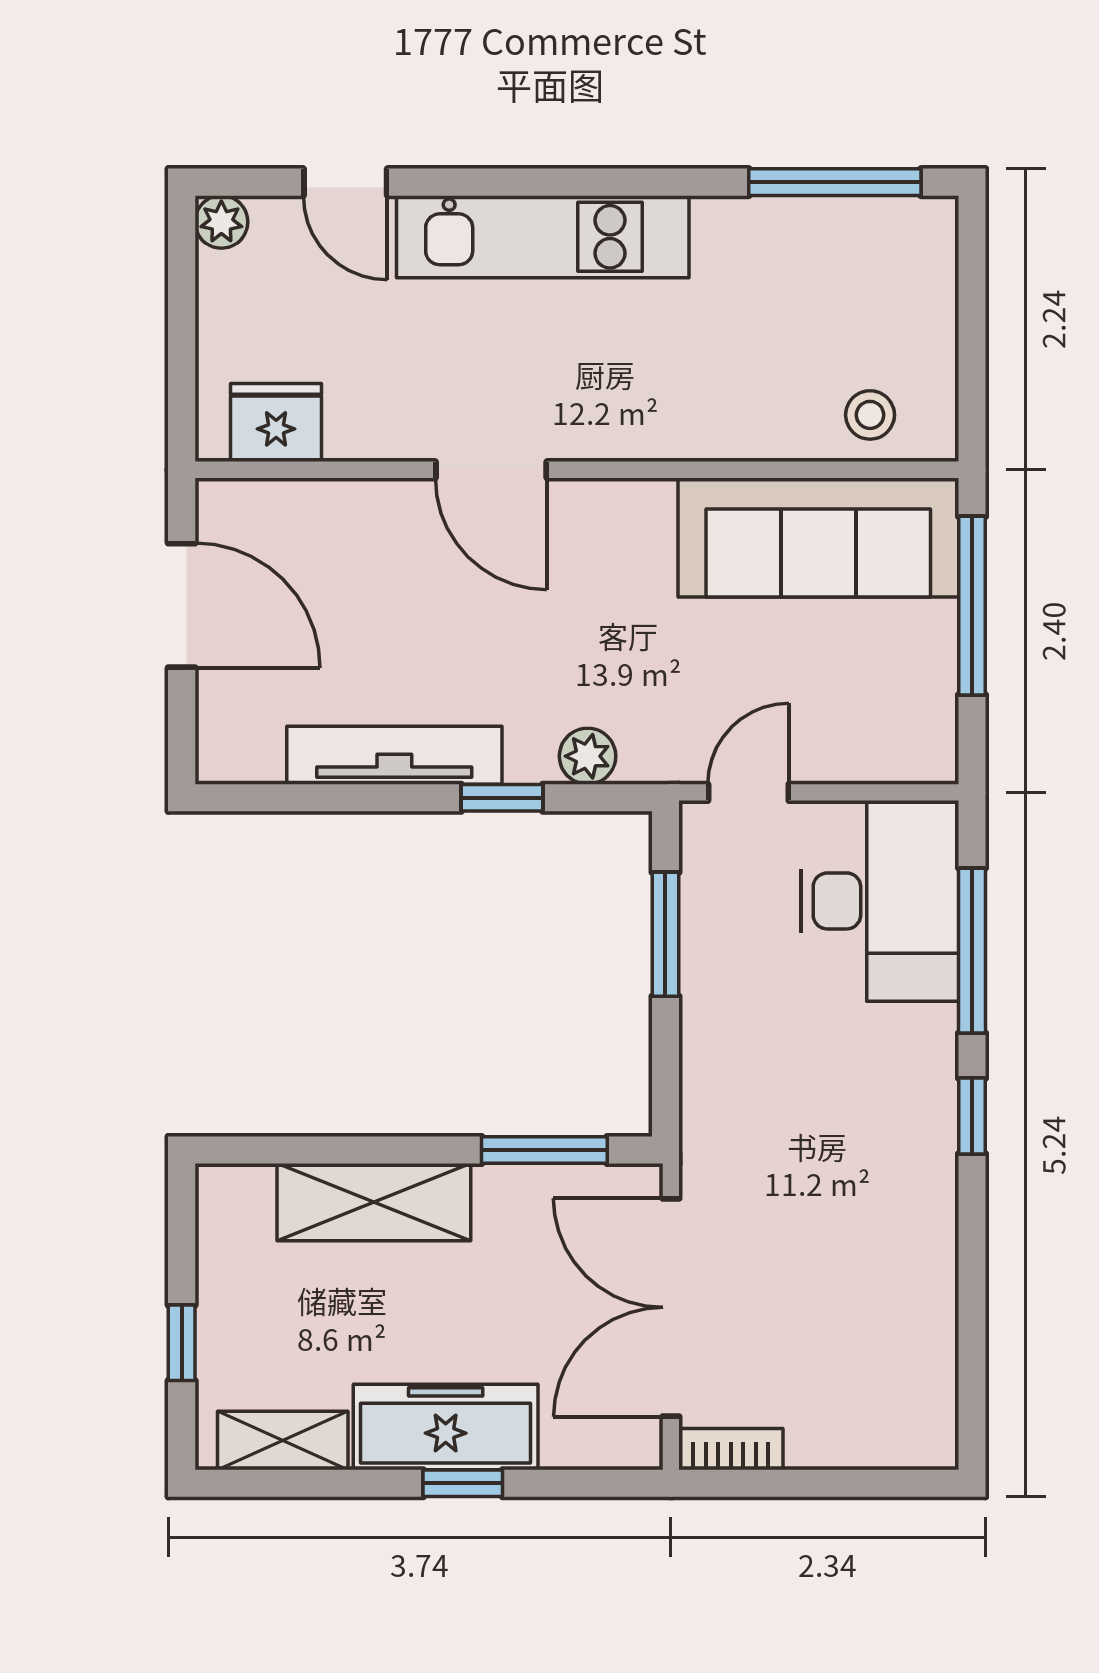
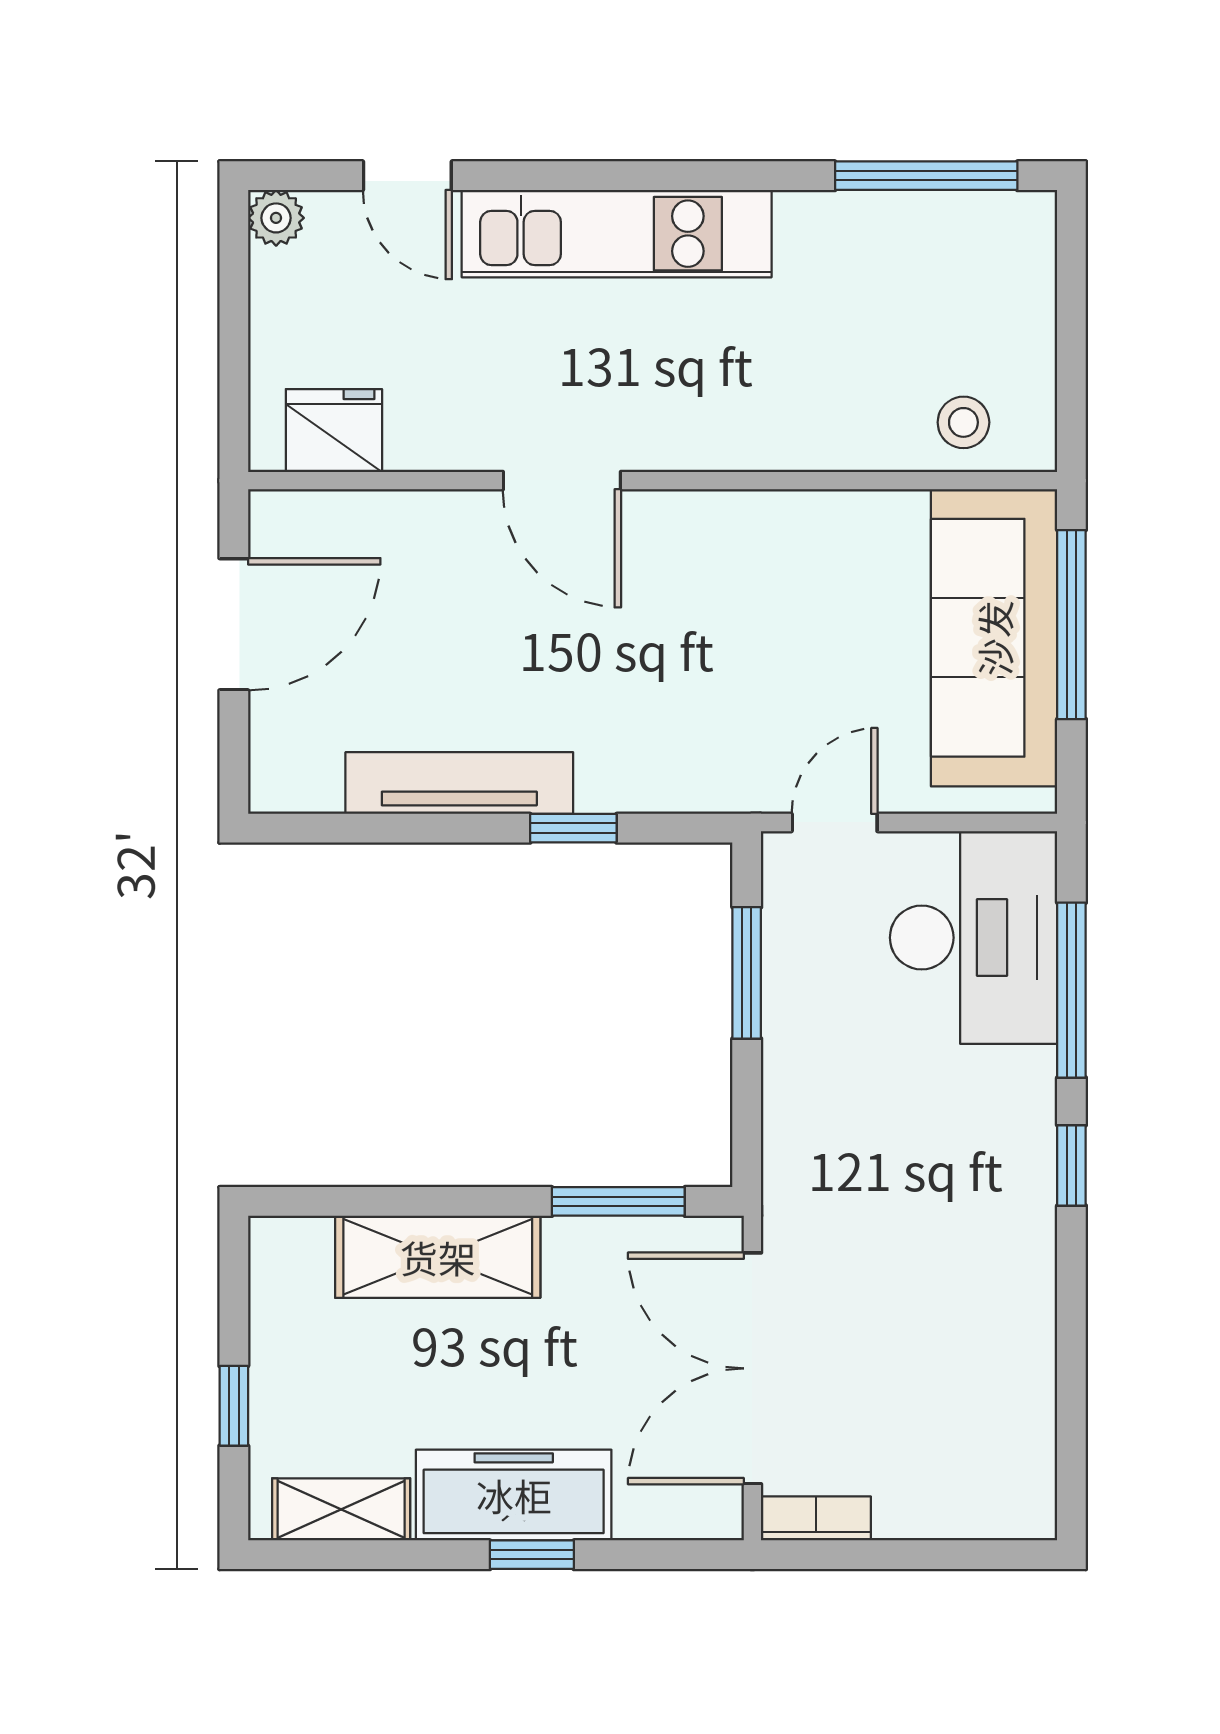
sofa: (818, 537) -> (994, 638), moved, turned 90
door: (182, 605) -> (234, 624), hinge flipped
plant: (588, 756) -> (664, 784), removed

